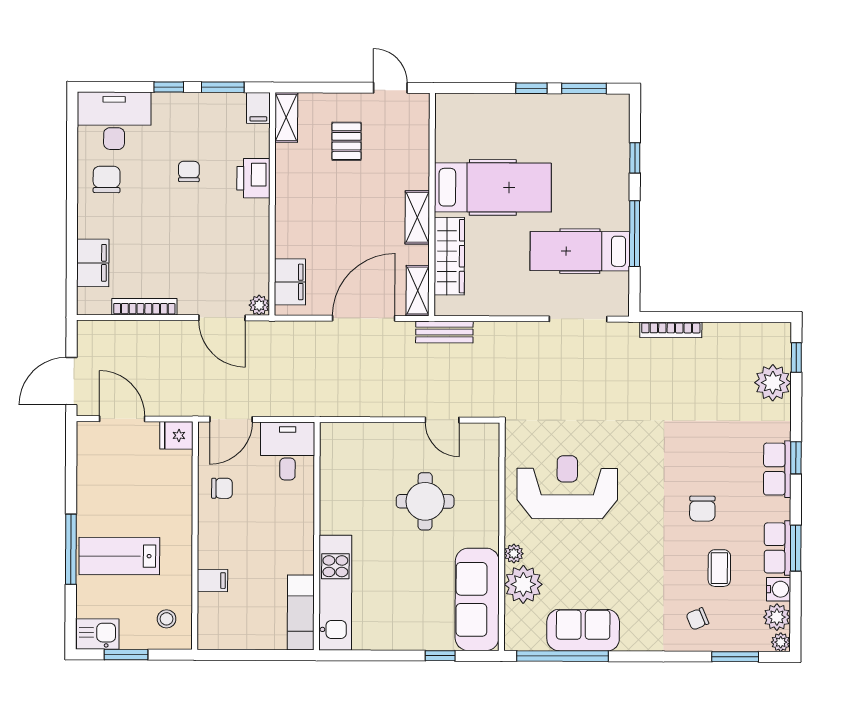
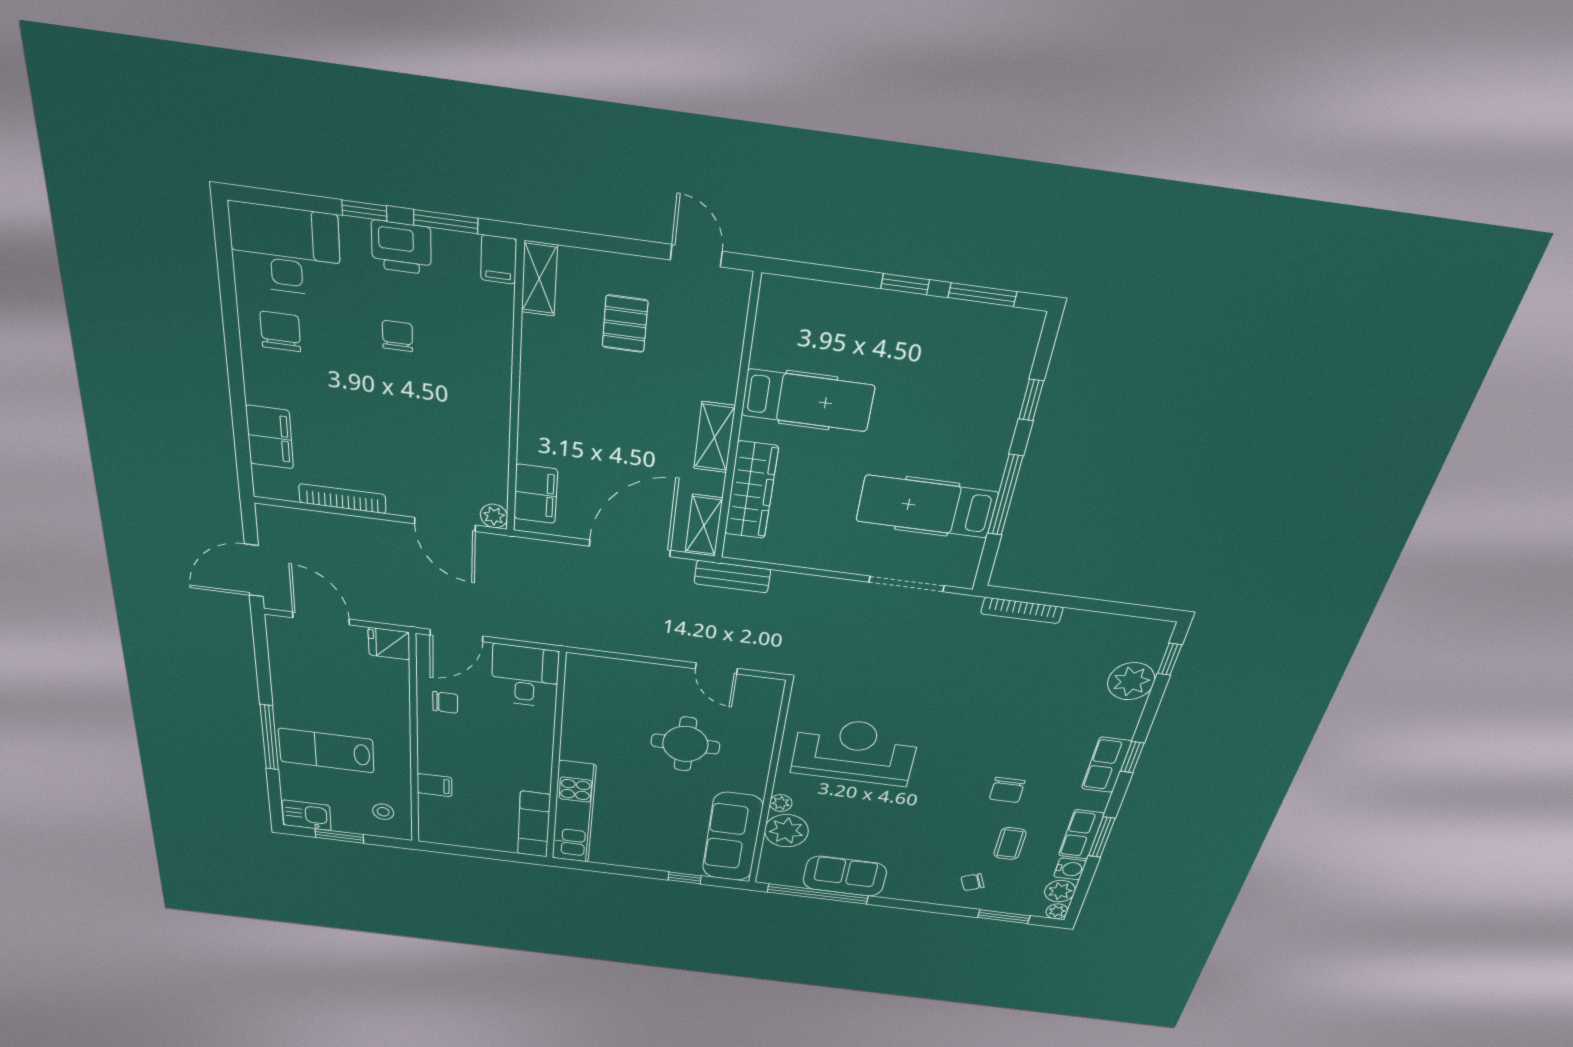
printer: (253, 178) -> (401, 248), moved, turned -90
hospital bed: (493, 187) -> (808, 400), width x0.73, depth x0.78

